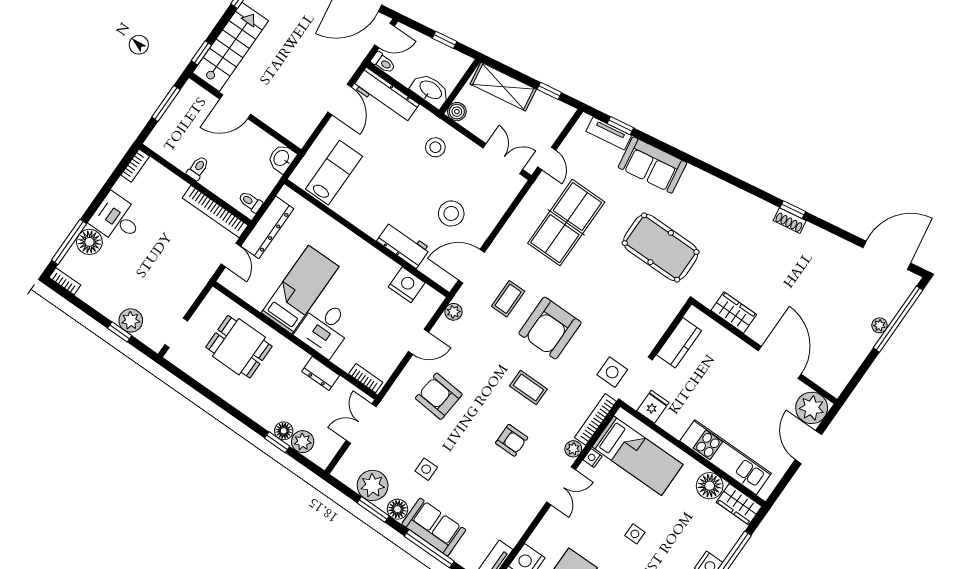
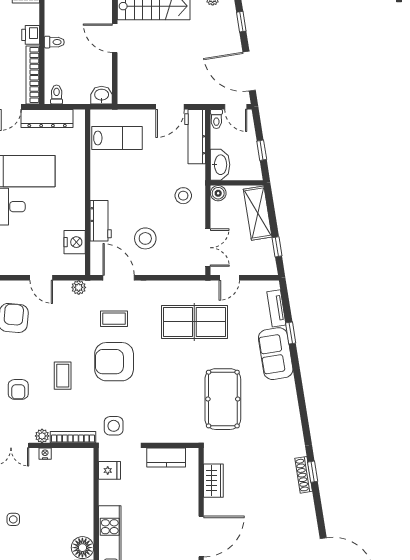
window: (620, 126) -> (291, 333), moved
printer: (175, 186) -> (31, 35), added
shoe rack: (790, 221) -> (304, 475), width x1.43
bed: (638, 456) -> (68, 483), removed

